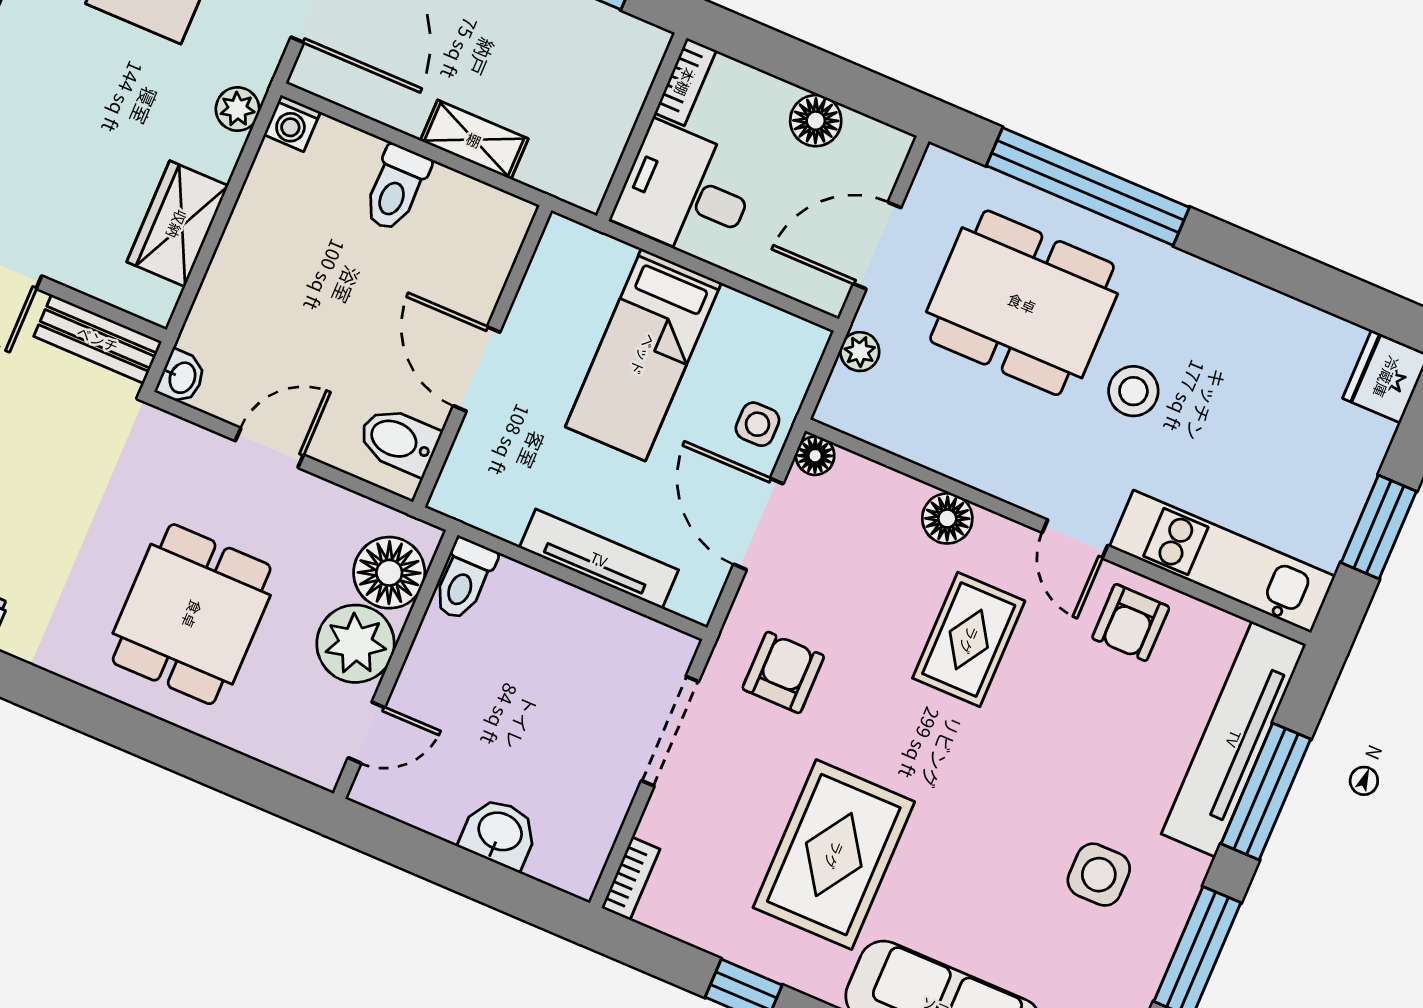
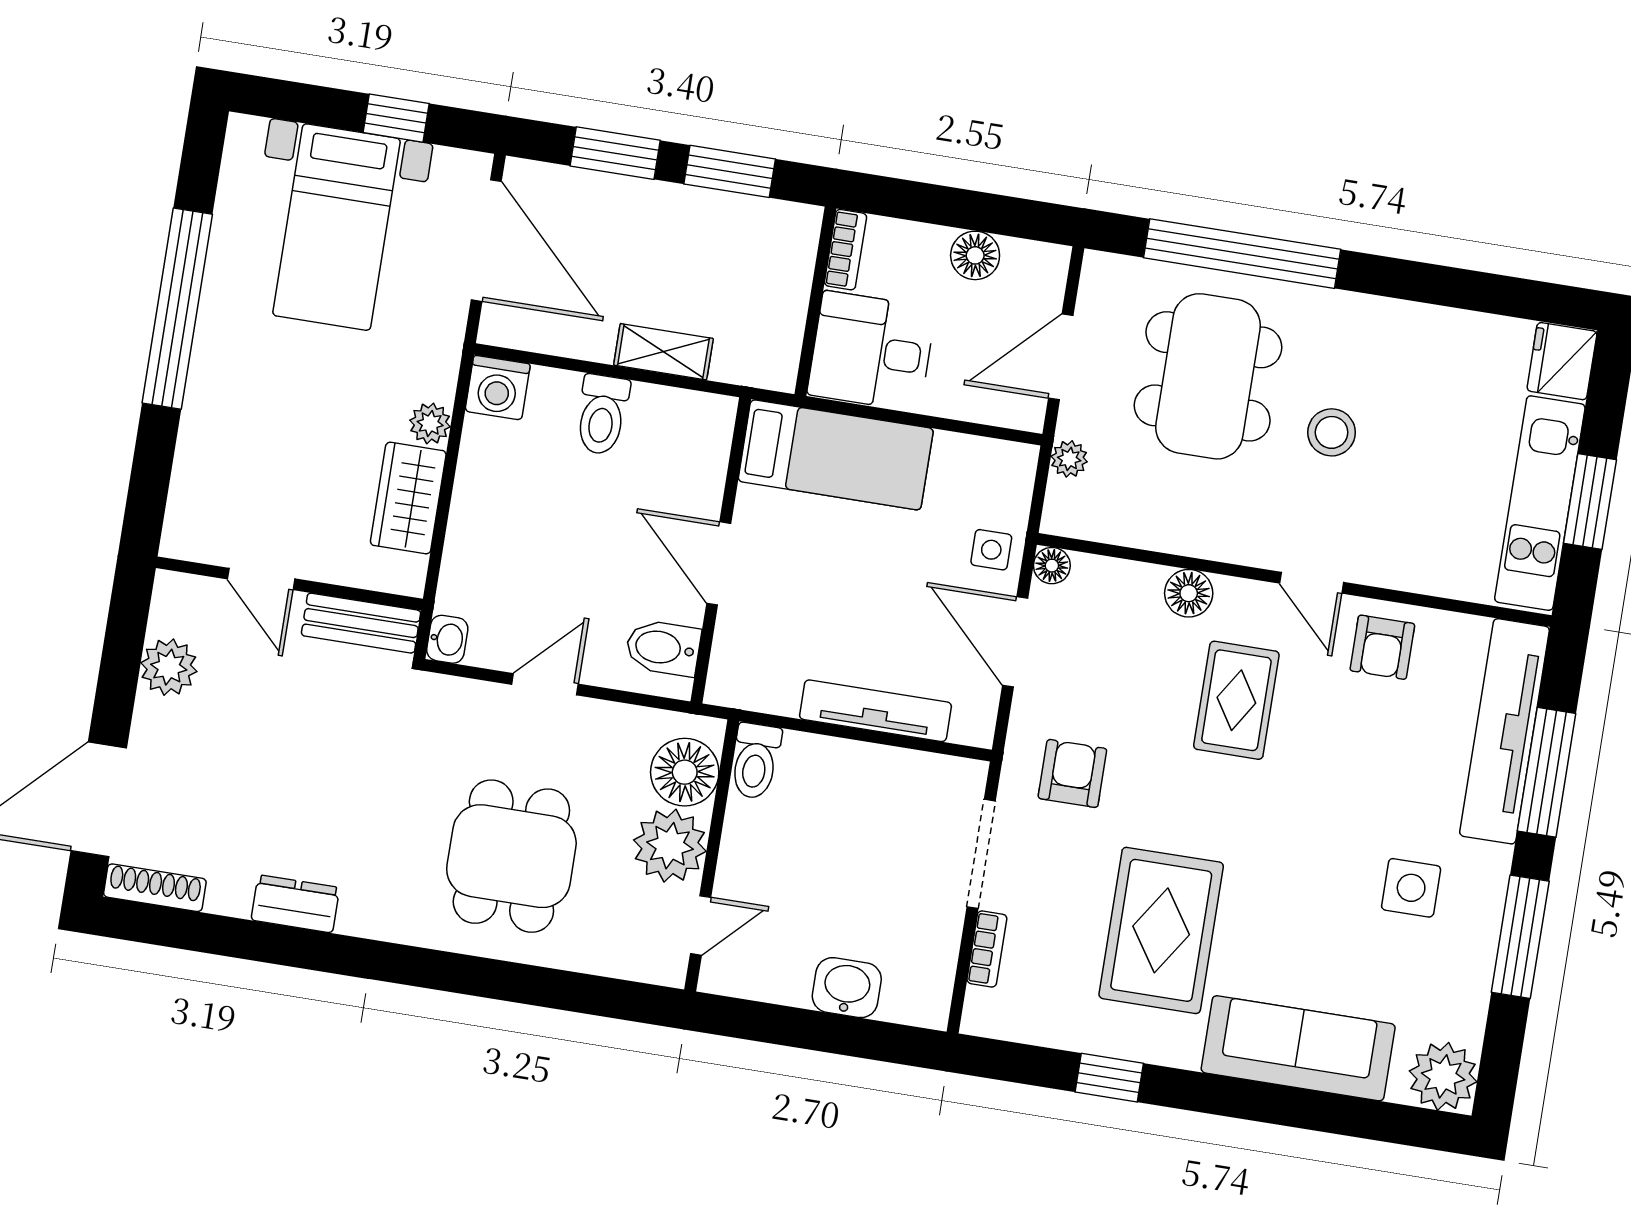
plant: (238, 109) -> (430, 423), moved
washing machine: (292, 123) -> (498, 388), width x1.38, depth x1.38
dining table: (1022, 303) -> (1208, 376), turned 90
bed: (643, 355) -> (836, 455), moved, turned -90
kitchen unit: (1222, 561) -> (1540, 503), moved, turned -90
bookcase: (631, 879) -> (987, 949), moved

